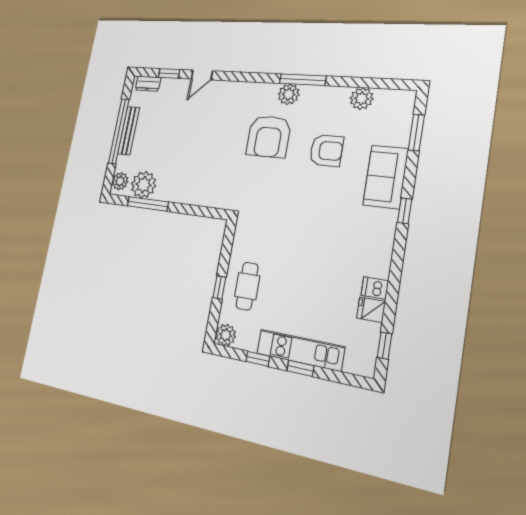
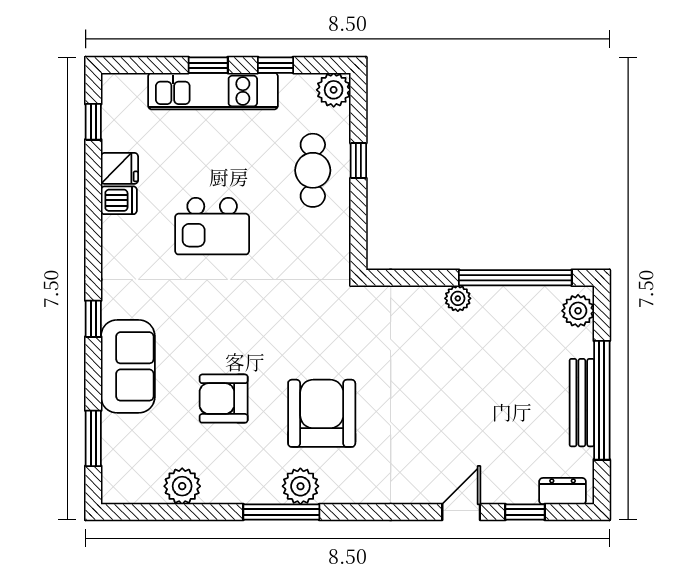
plant: (144, 185) -> (458, 298), moved, width x0.53, depth x0.53
window: (148, 204) -> (515, 278), width x1.46
kitchen island: (315, 261) -> (212, 226), added

